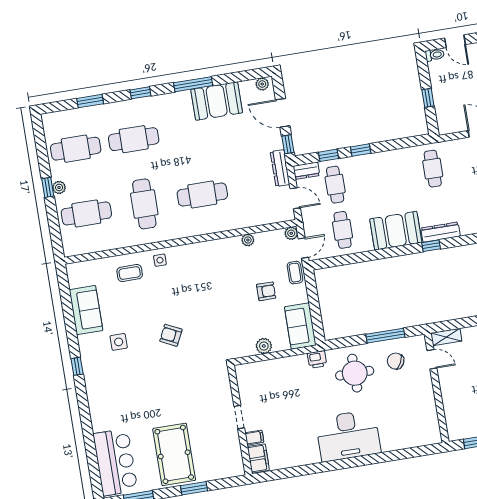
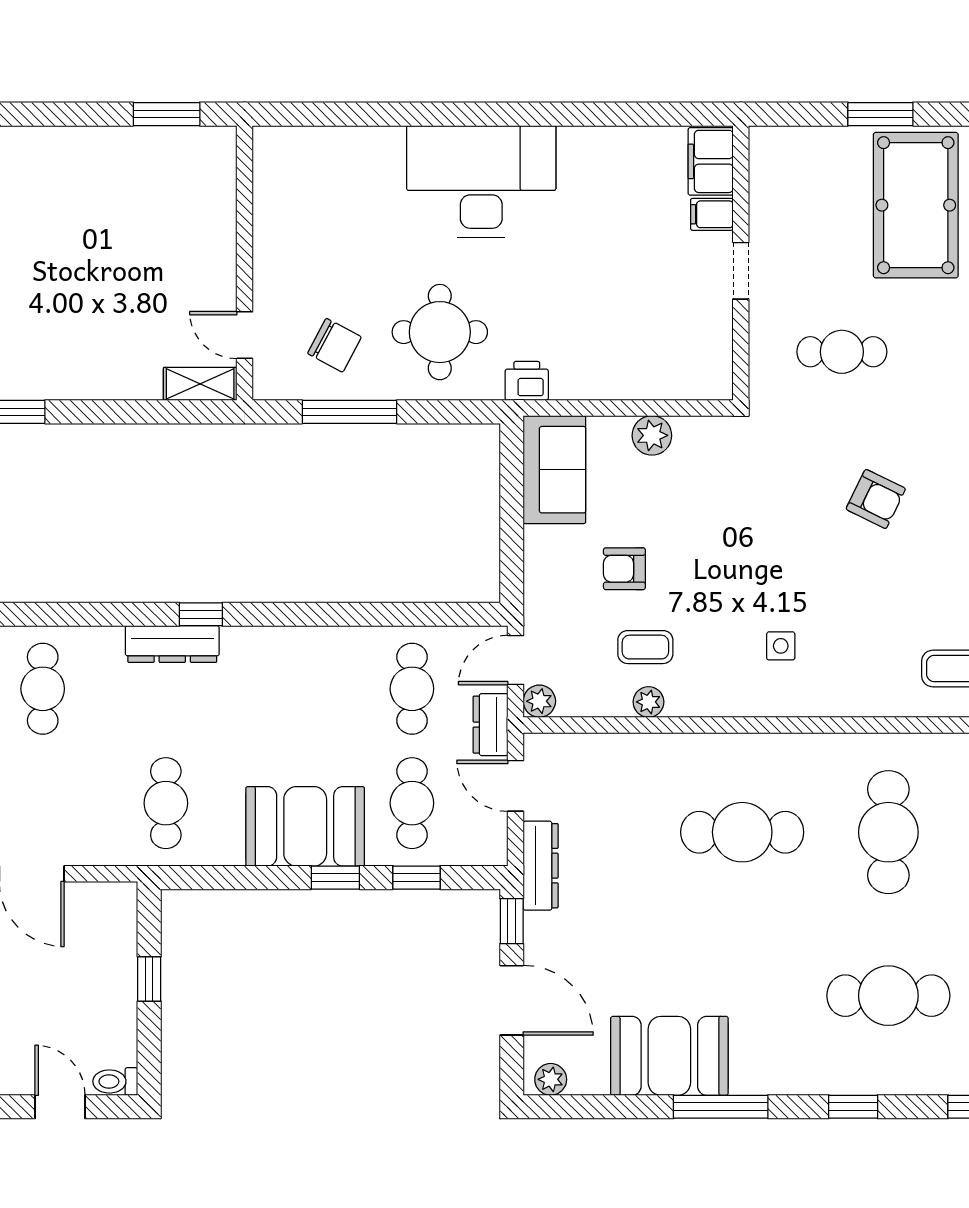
dresser: (306, 171) -> (491, 725), moved, turned -90
booth: (396, 231) -> (305, 826), moved
side table: (160, 260) -> (781, 646), moved
coffee table: (295, 273) -> (645, 647), moved, turned 90
cafe table: (194, 391) -> (842, 352), added

